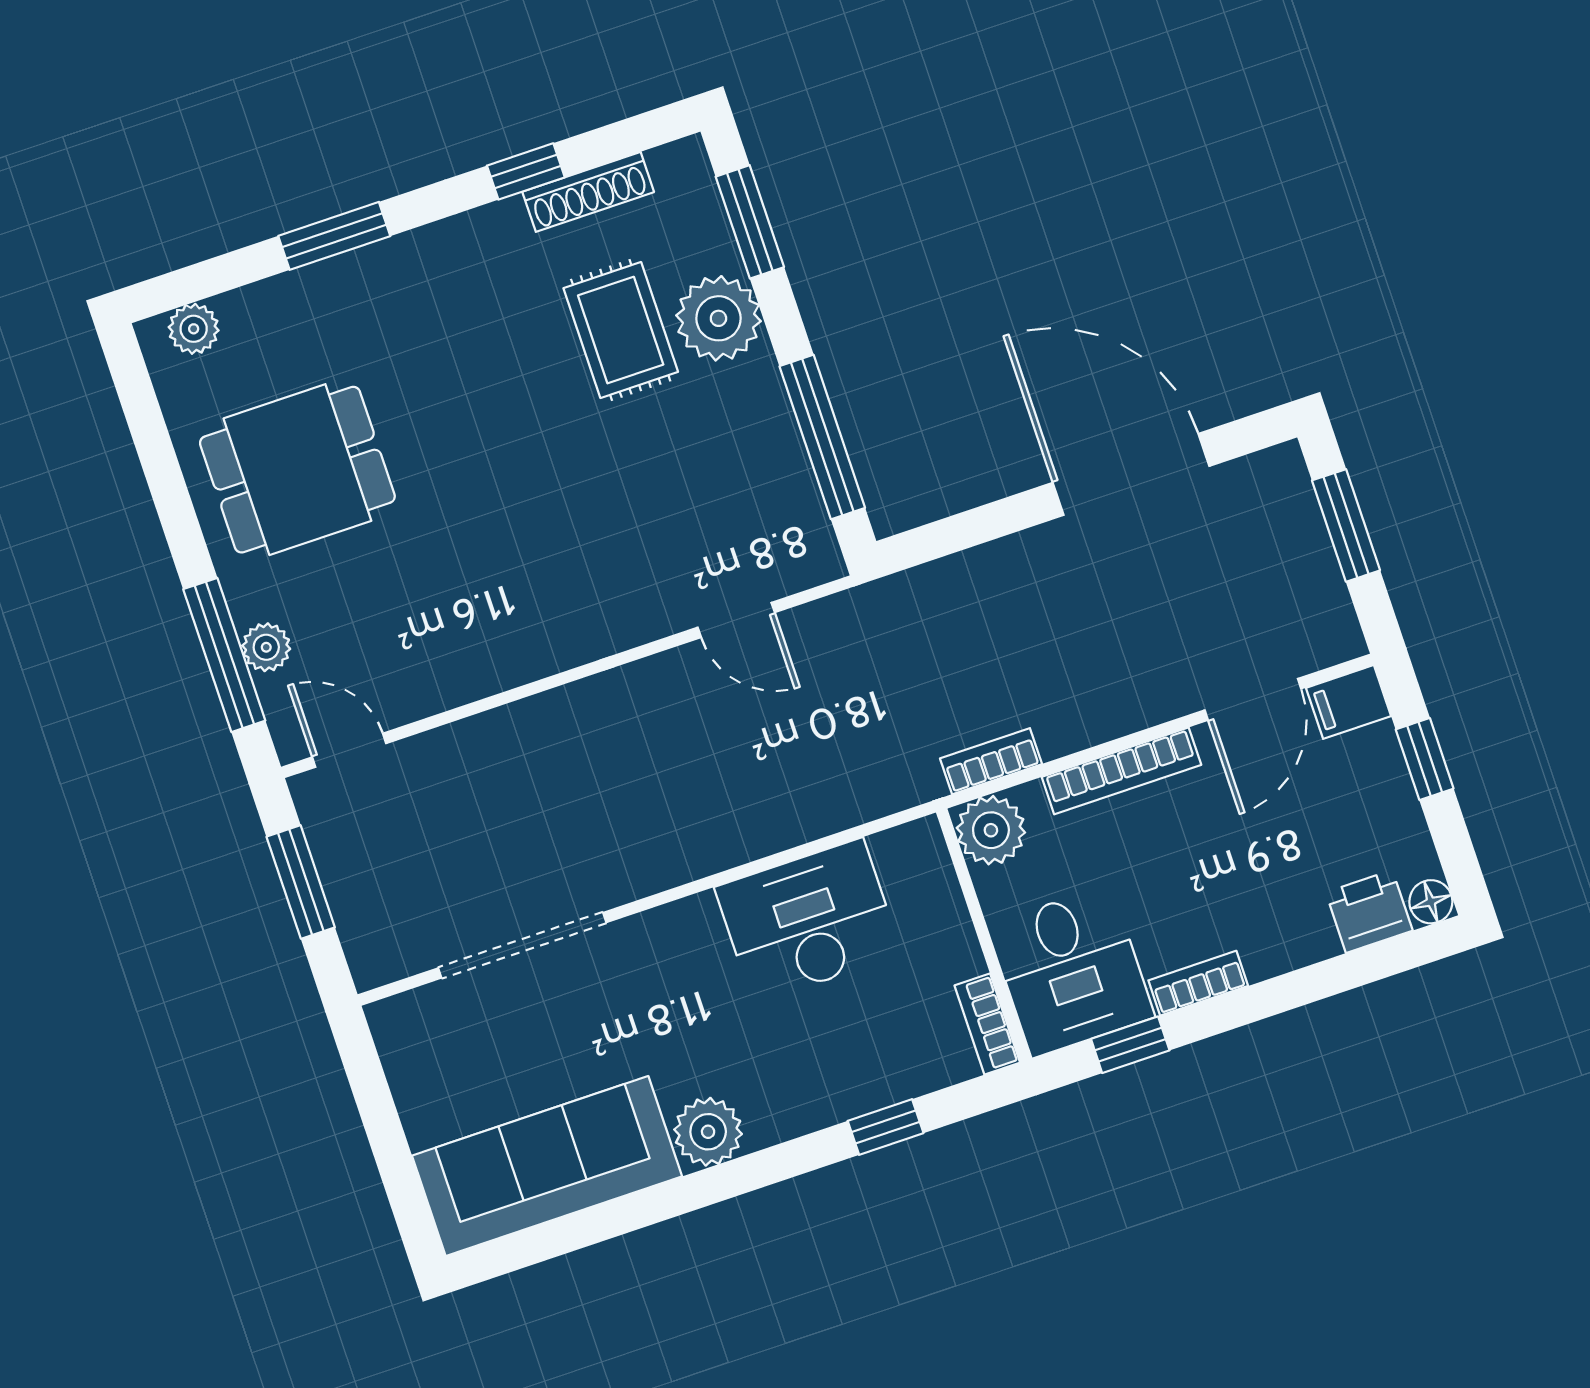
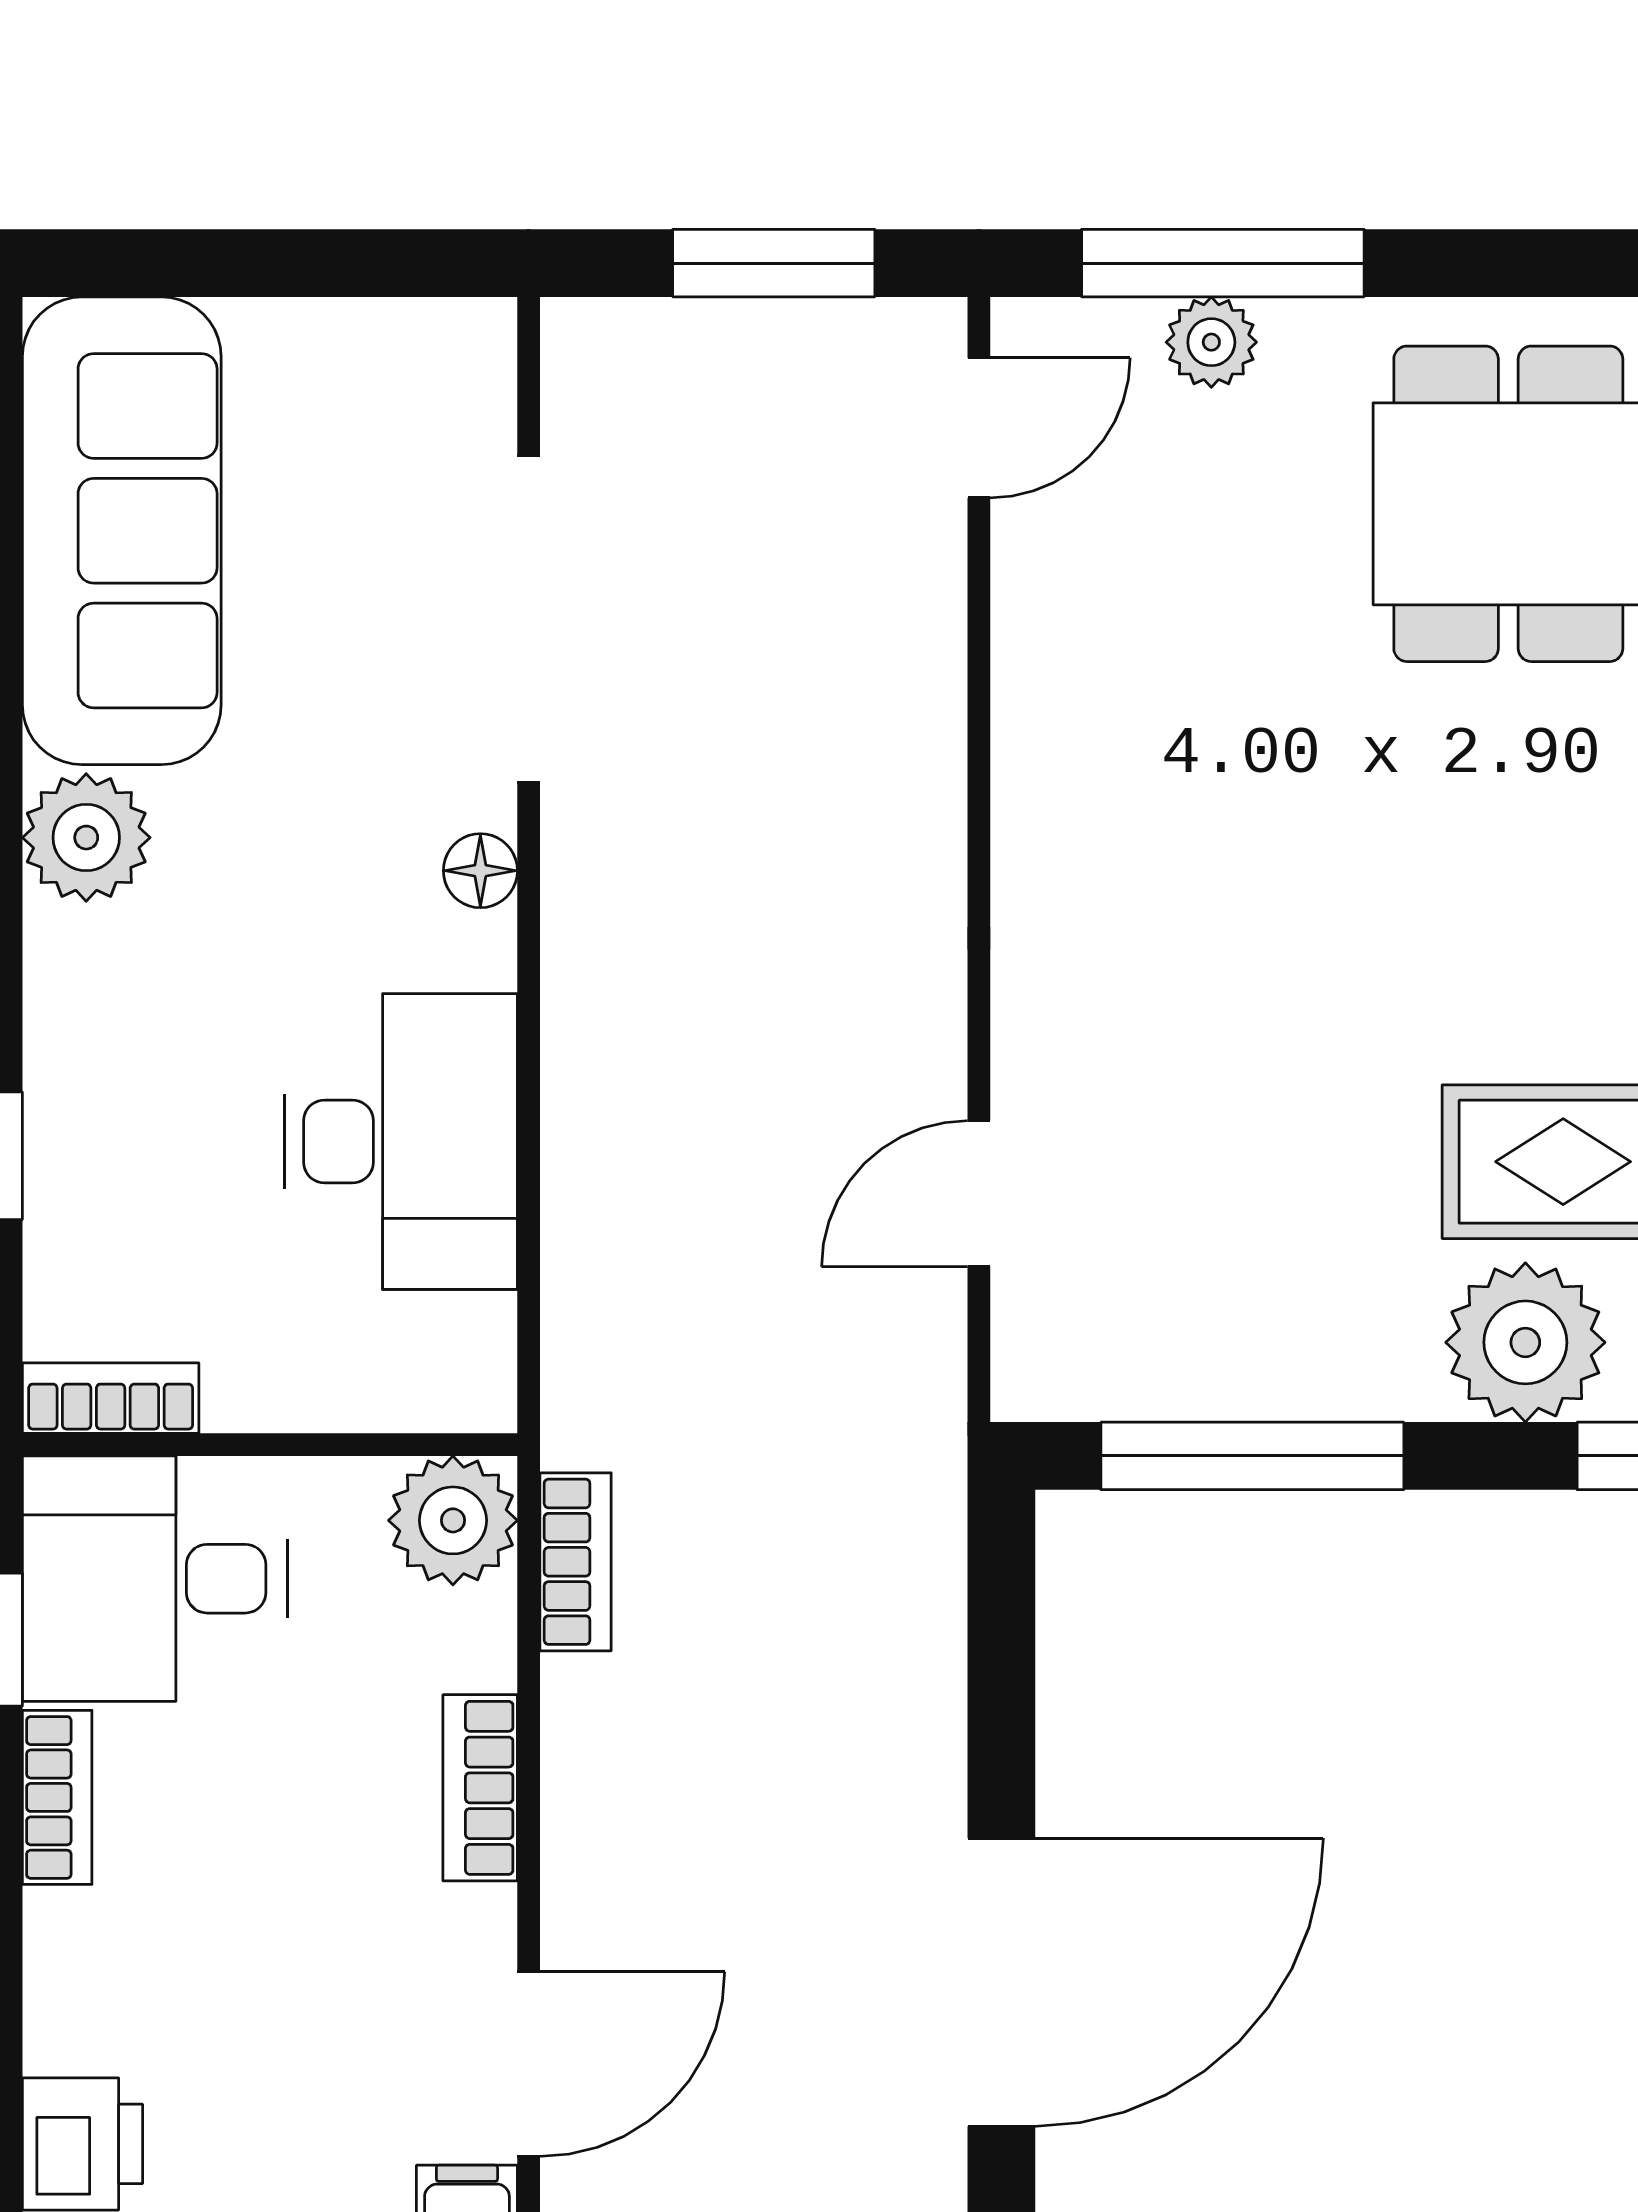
door: (1253, 699) -> (529, 2064), swing flipped
bookcase: (1121, 771) -> (480, 1788), width x0.64
floor lamp: (658, 927) -> (480, 871), added

